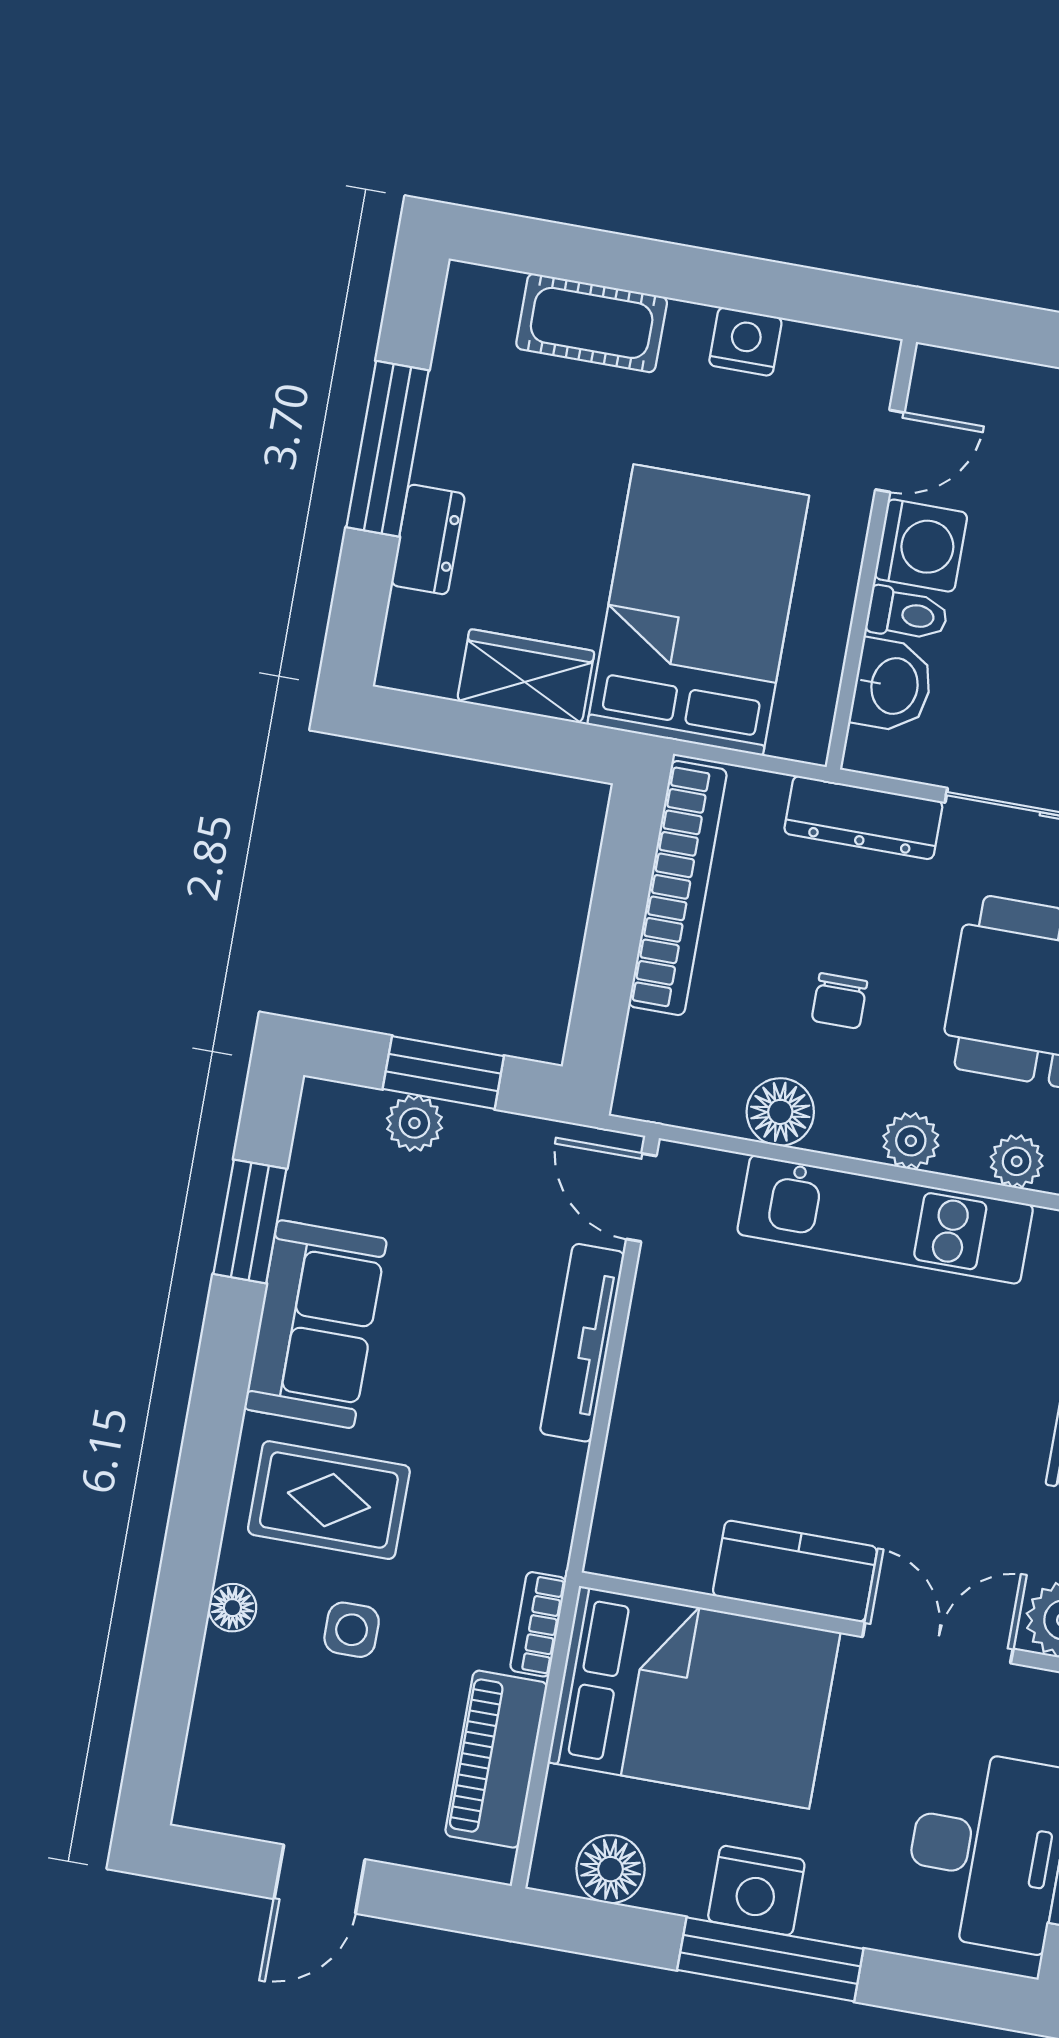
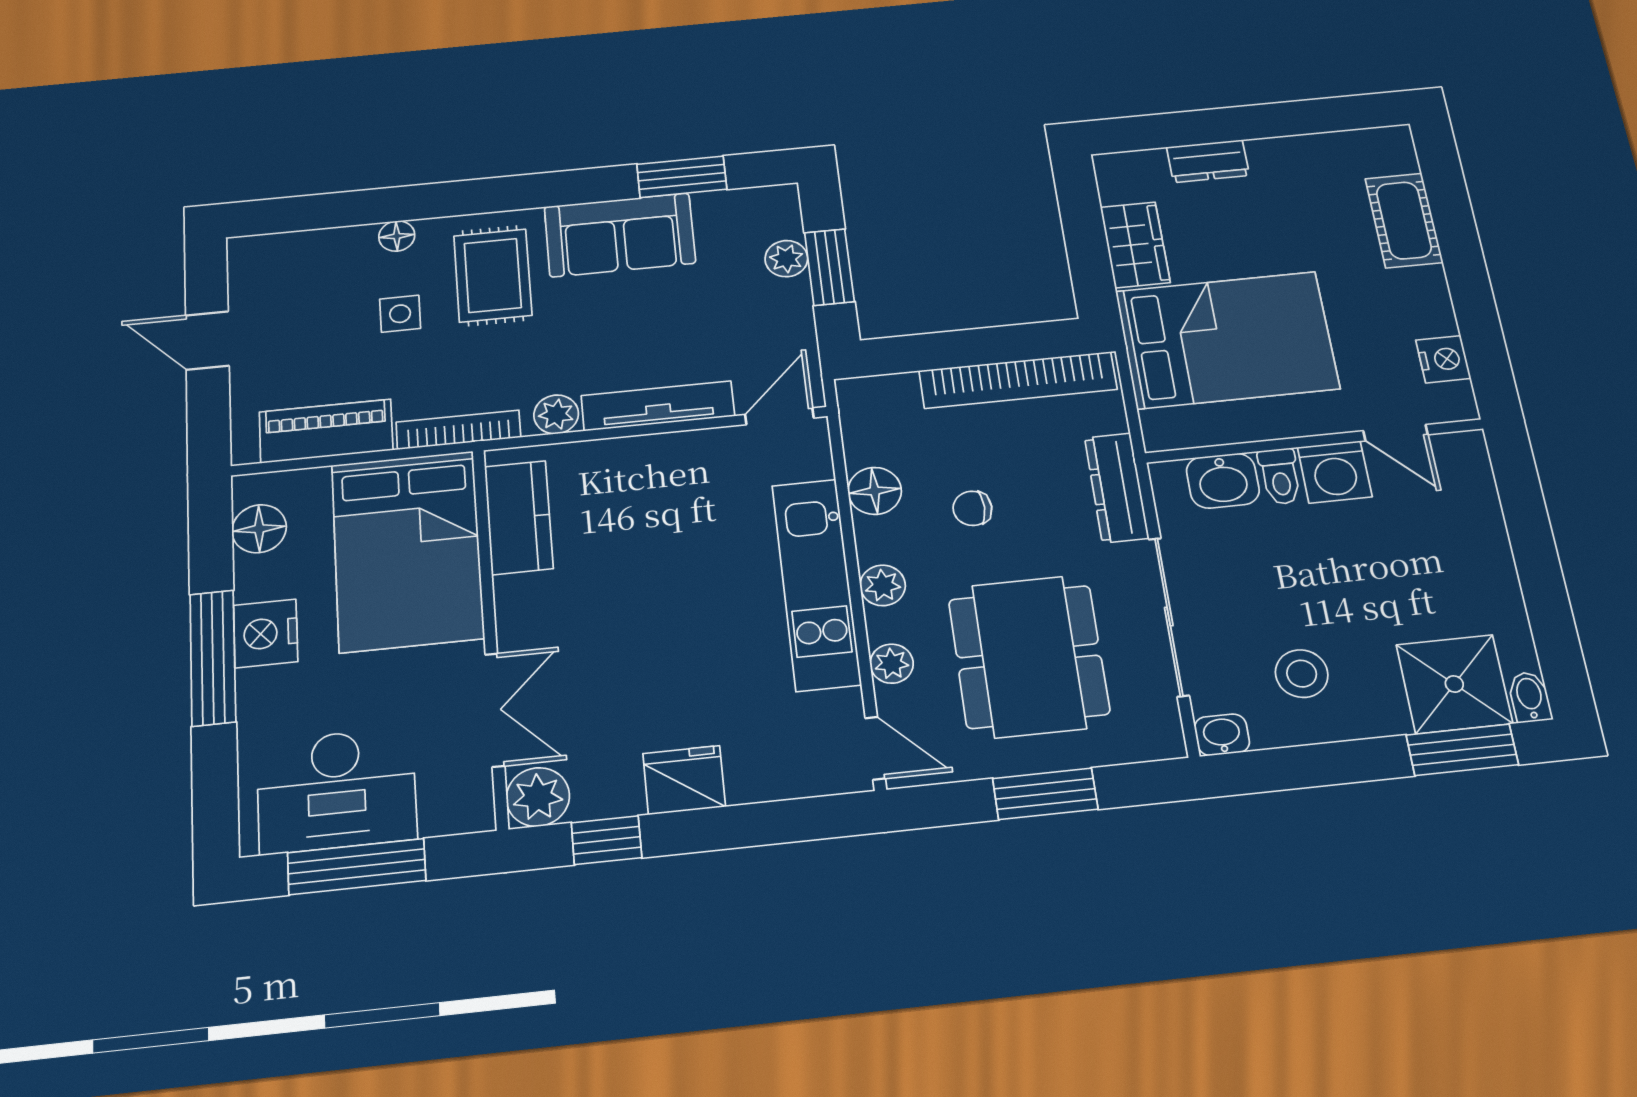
nightstand: (745, 342) -> (1443, 359), moved
window: (388, 449) -> (1261, 121), removed
plant: (557, 1471) -> (556, 414), added
kitchen counter: (795, 1571) -> (519, 517), moved
bookcase: (538, 1624) -> (458, 430), width x1.56

